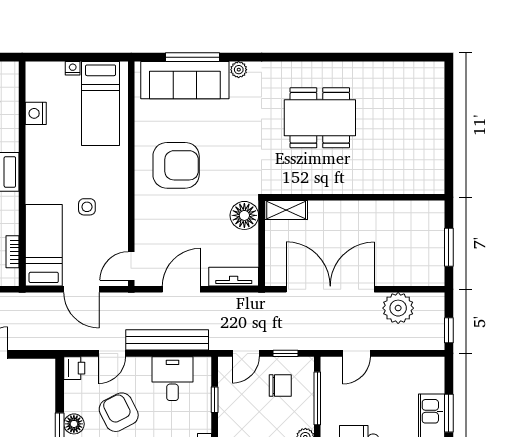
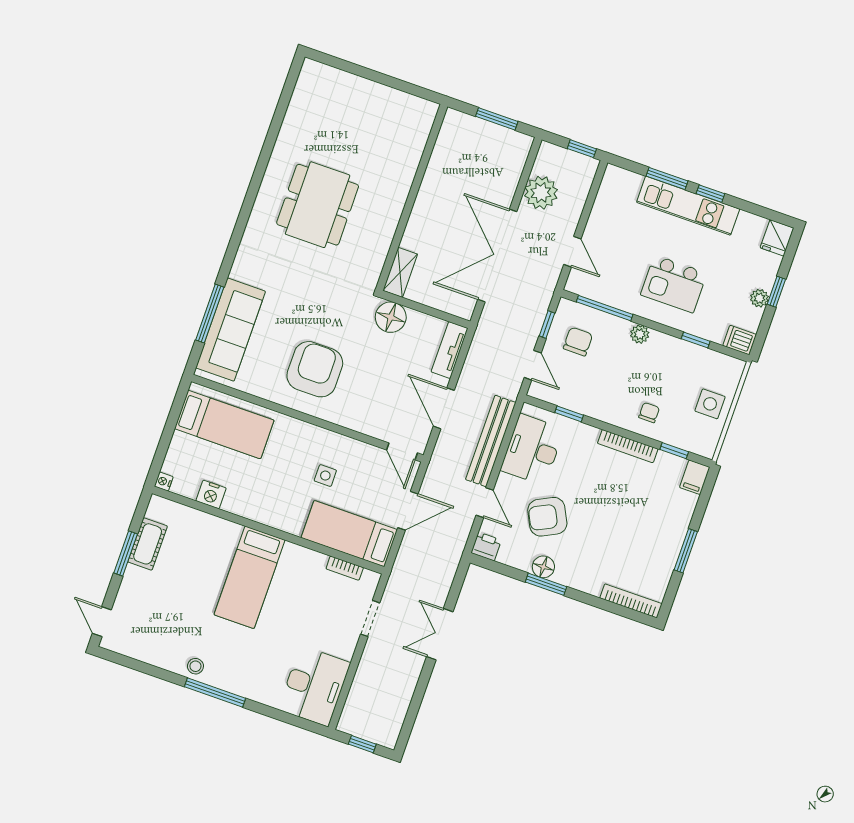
nightstand: (73, 68) -> (164, 482), moved
plant: (239, 70) -> (239, 271), removed
desk: (172, 379) -> (532, 450), width x1.37

